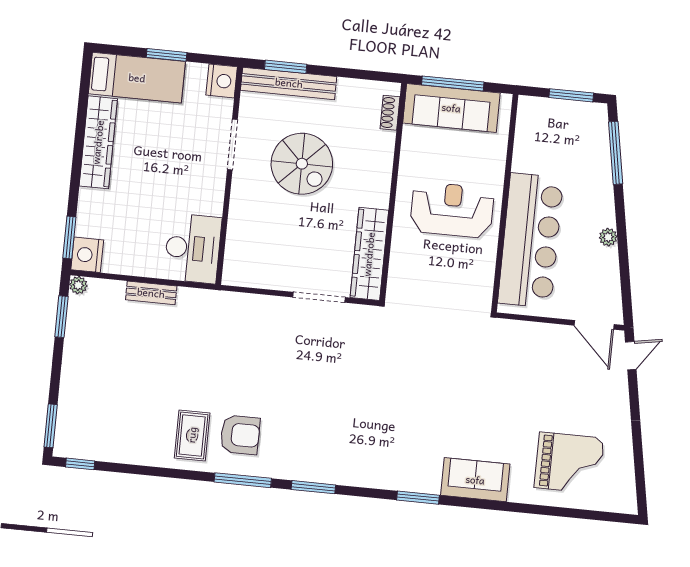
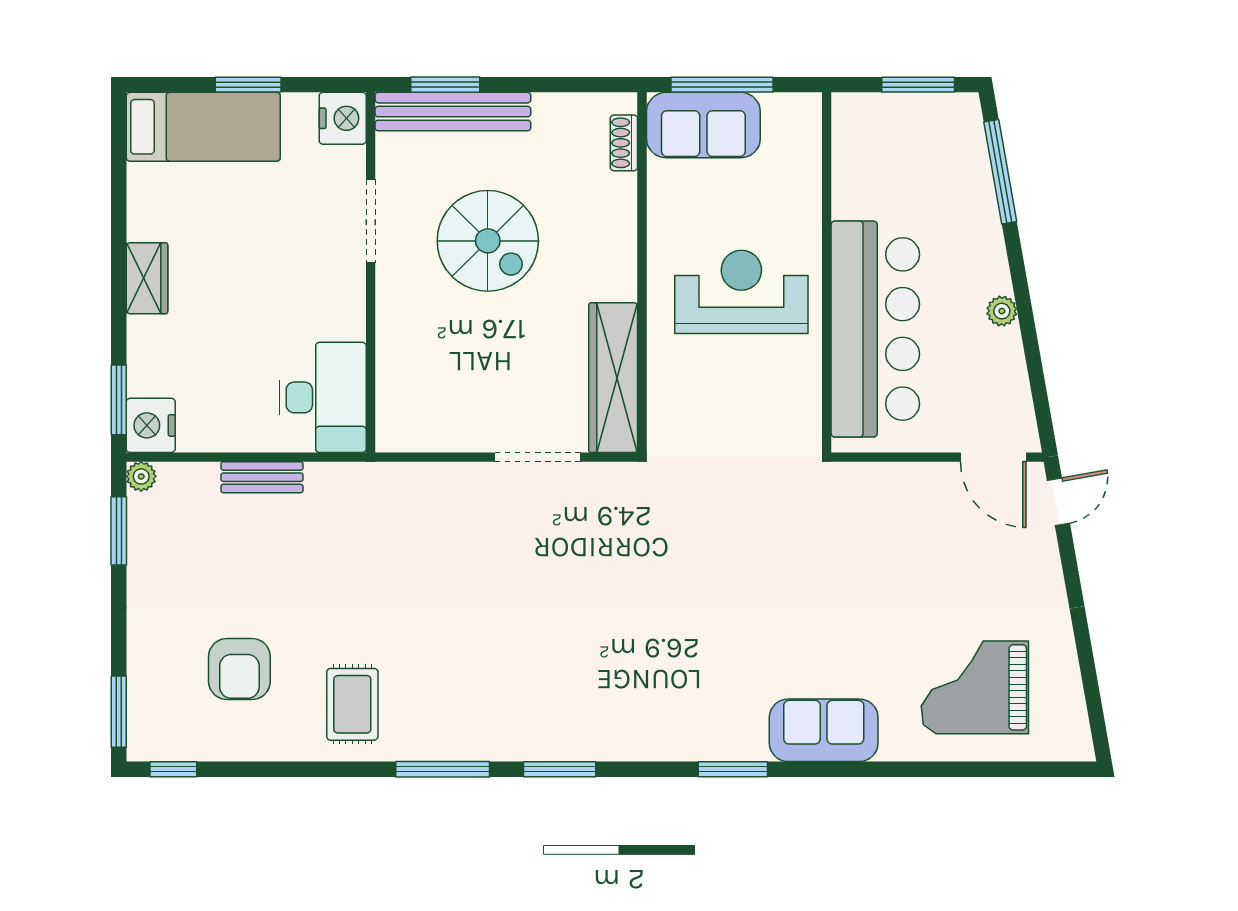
sofa: (451, 108) -> (703, 125), width x0.73
wardrobe: (98, 142) -> (147, 278), width x0.48, depth x0.85
armchair: (240, 435) -> (239, 669), moved, turned 90
grand piano: (569, 463) -> (975, 687), turned 180

